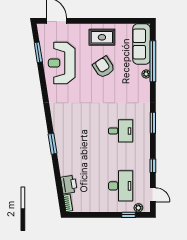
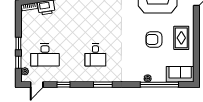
sofa: (142, 44) -> (180, 74), width x0.73
armchair: (104, 67) -> (154, 39), turned -147
window: (108, 215) -> (18, 43), added

